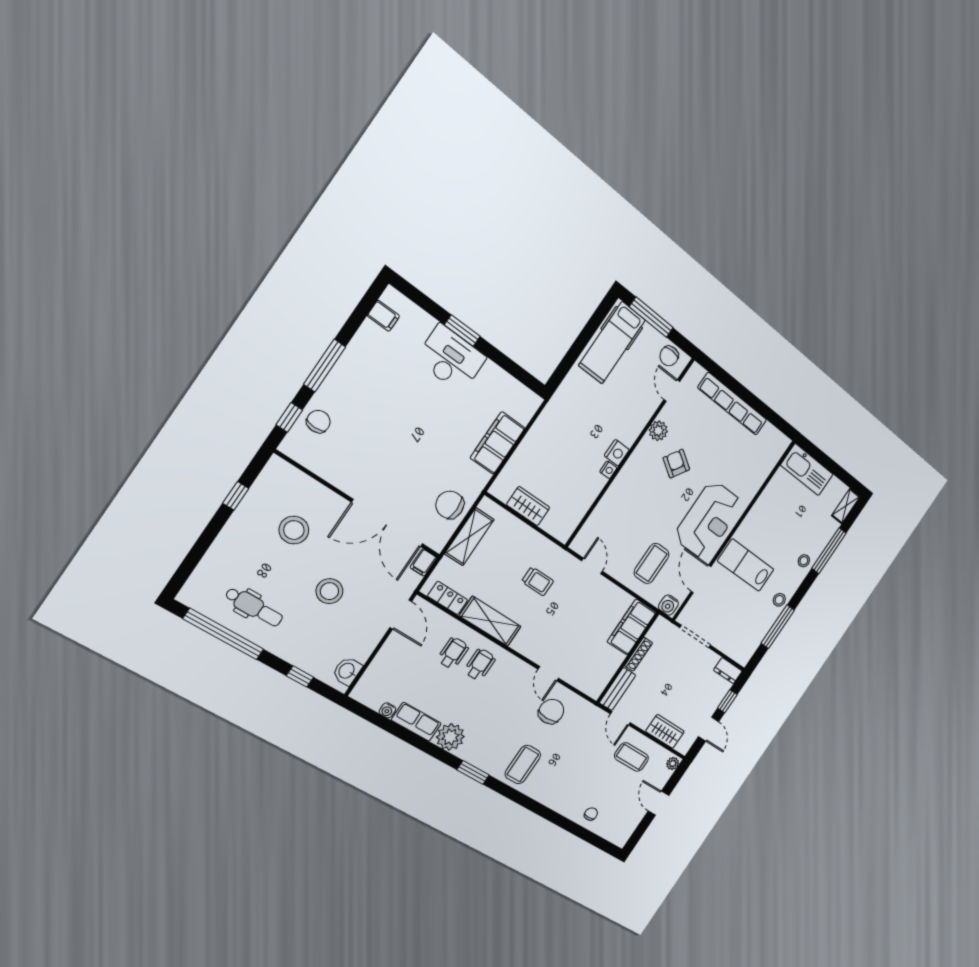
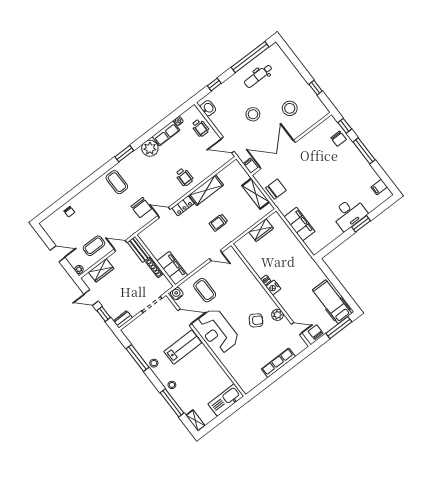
row of seats: (732, 404) -> (278, 363), width x0.73
locker: (448, 598) -> (183, 206), moved
wheelchair: (453, 653) -> (200, 128), moved

